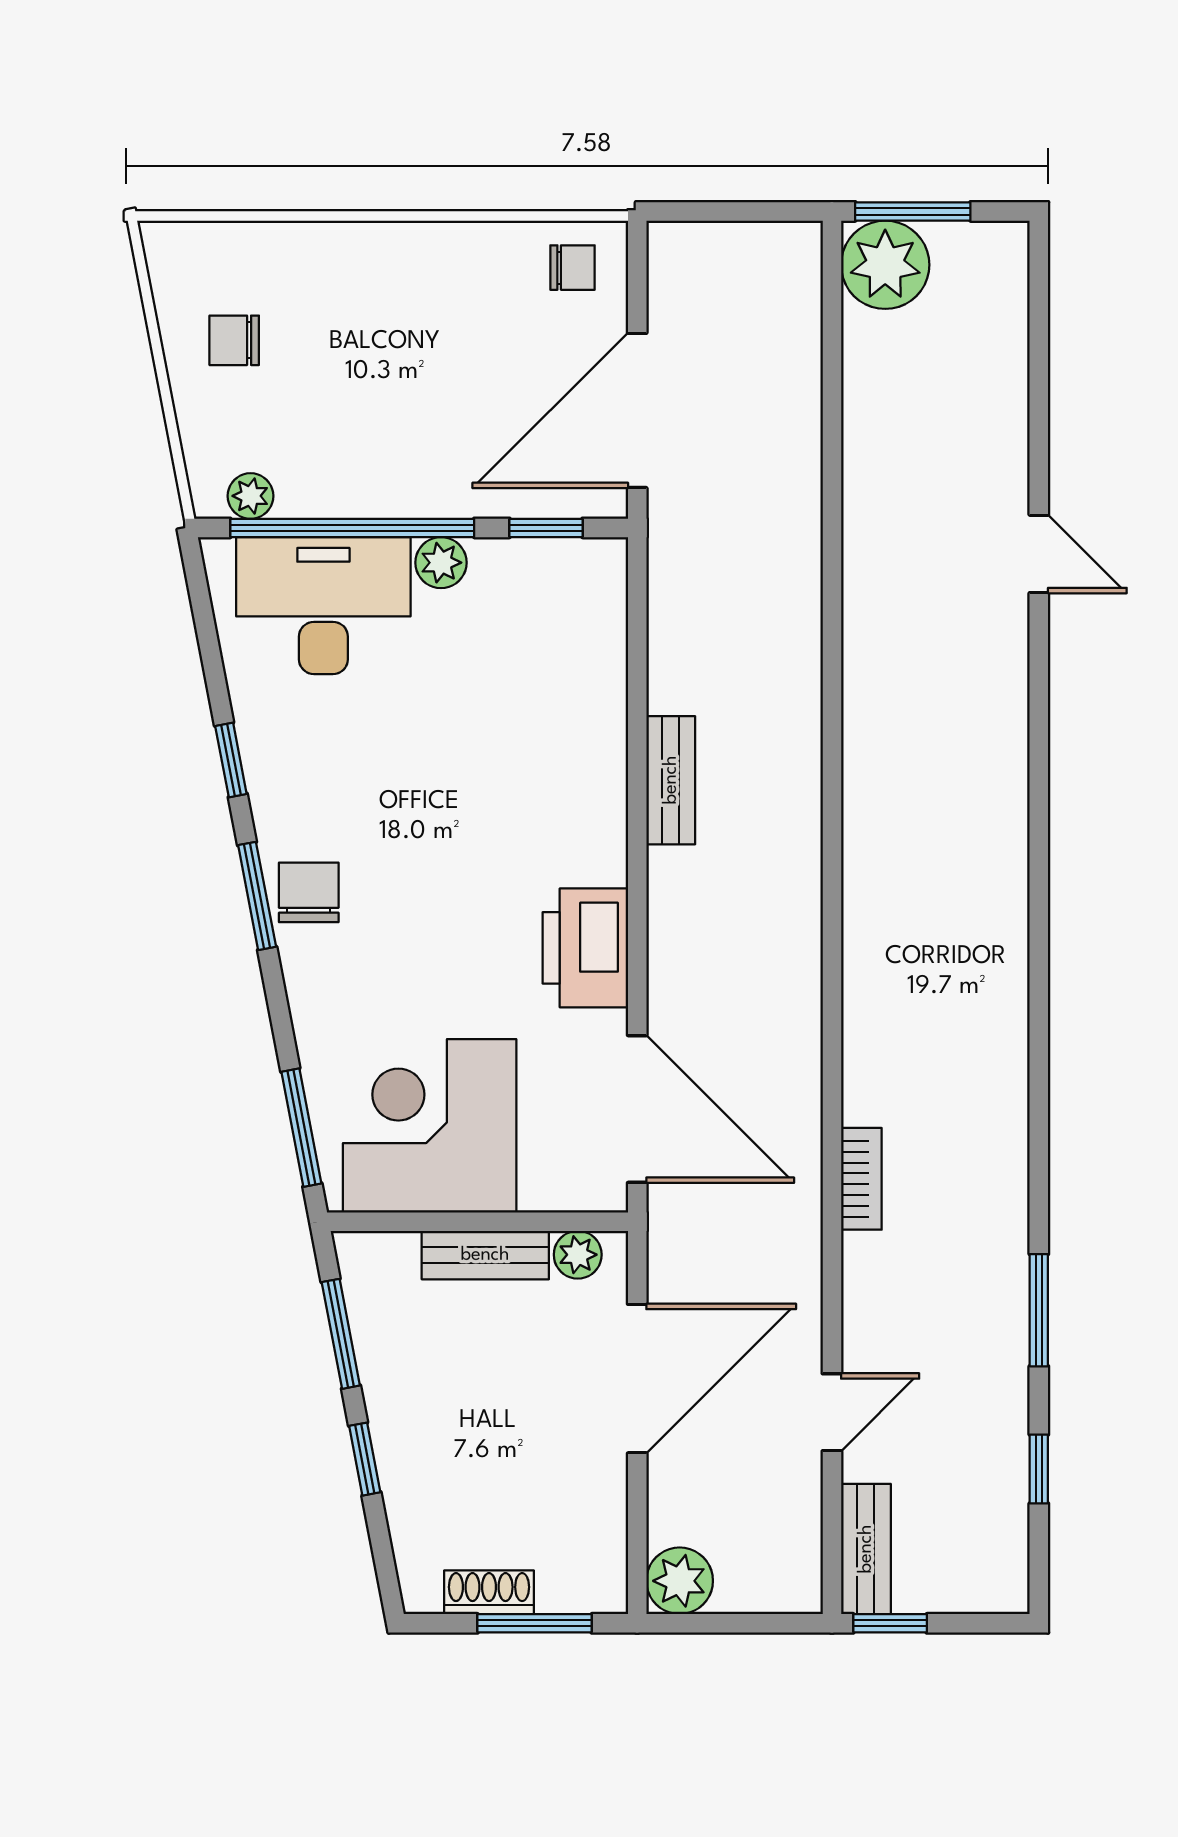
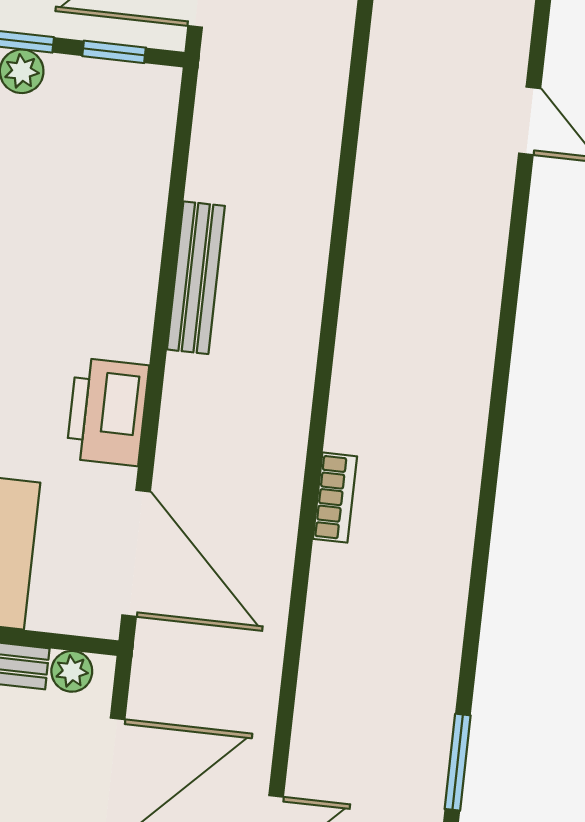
bench: (671, 780) -> (196, 278), width x1.36
bookcase: (861, 1179) -> (335, 498), moved

